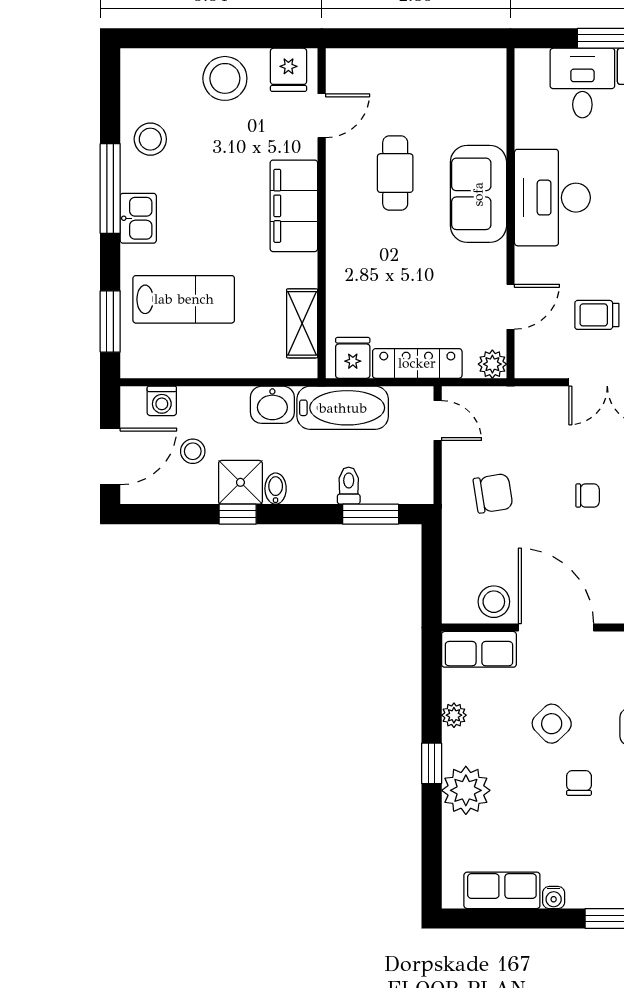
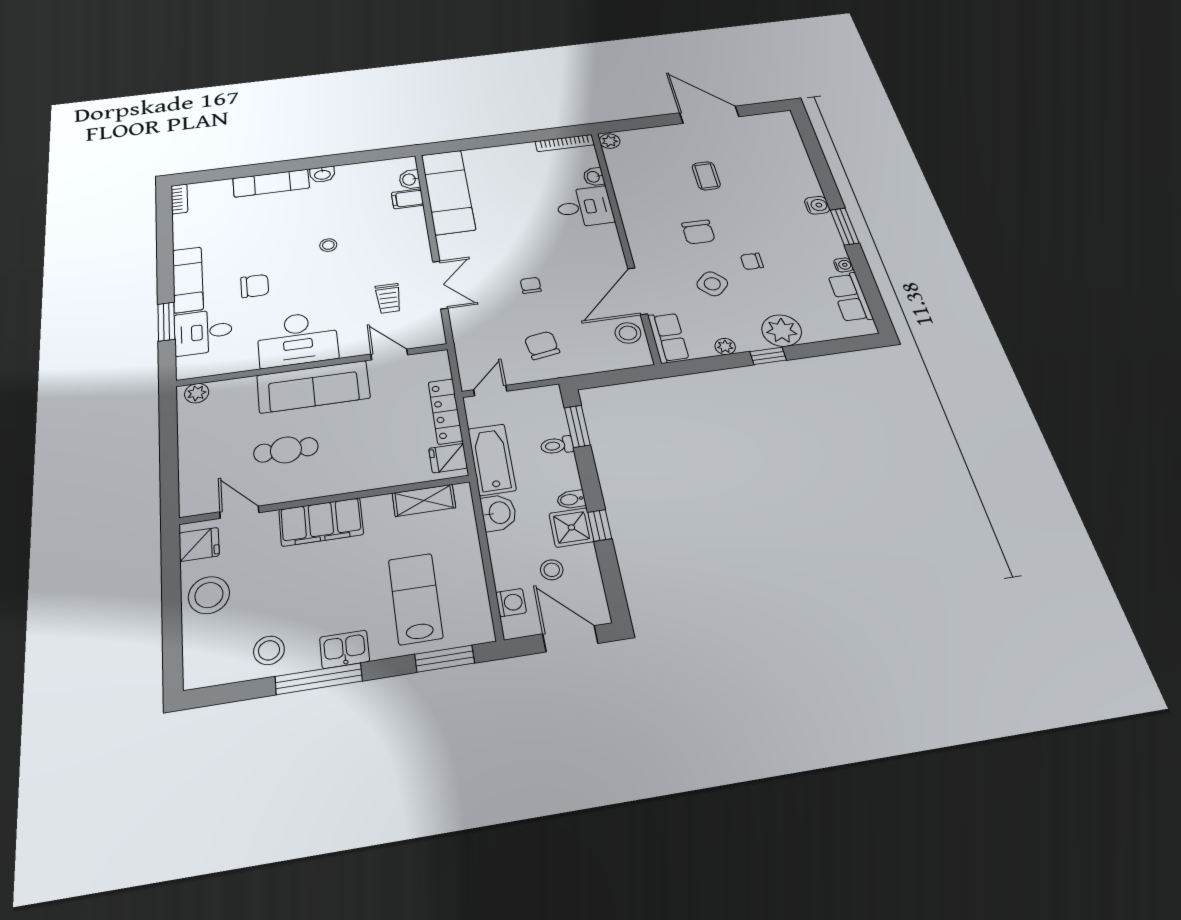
sofa: (478, 194) -> (313, 387), width x1.36
plant: (492, 364) -> (197, 393), moved

